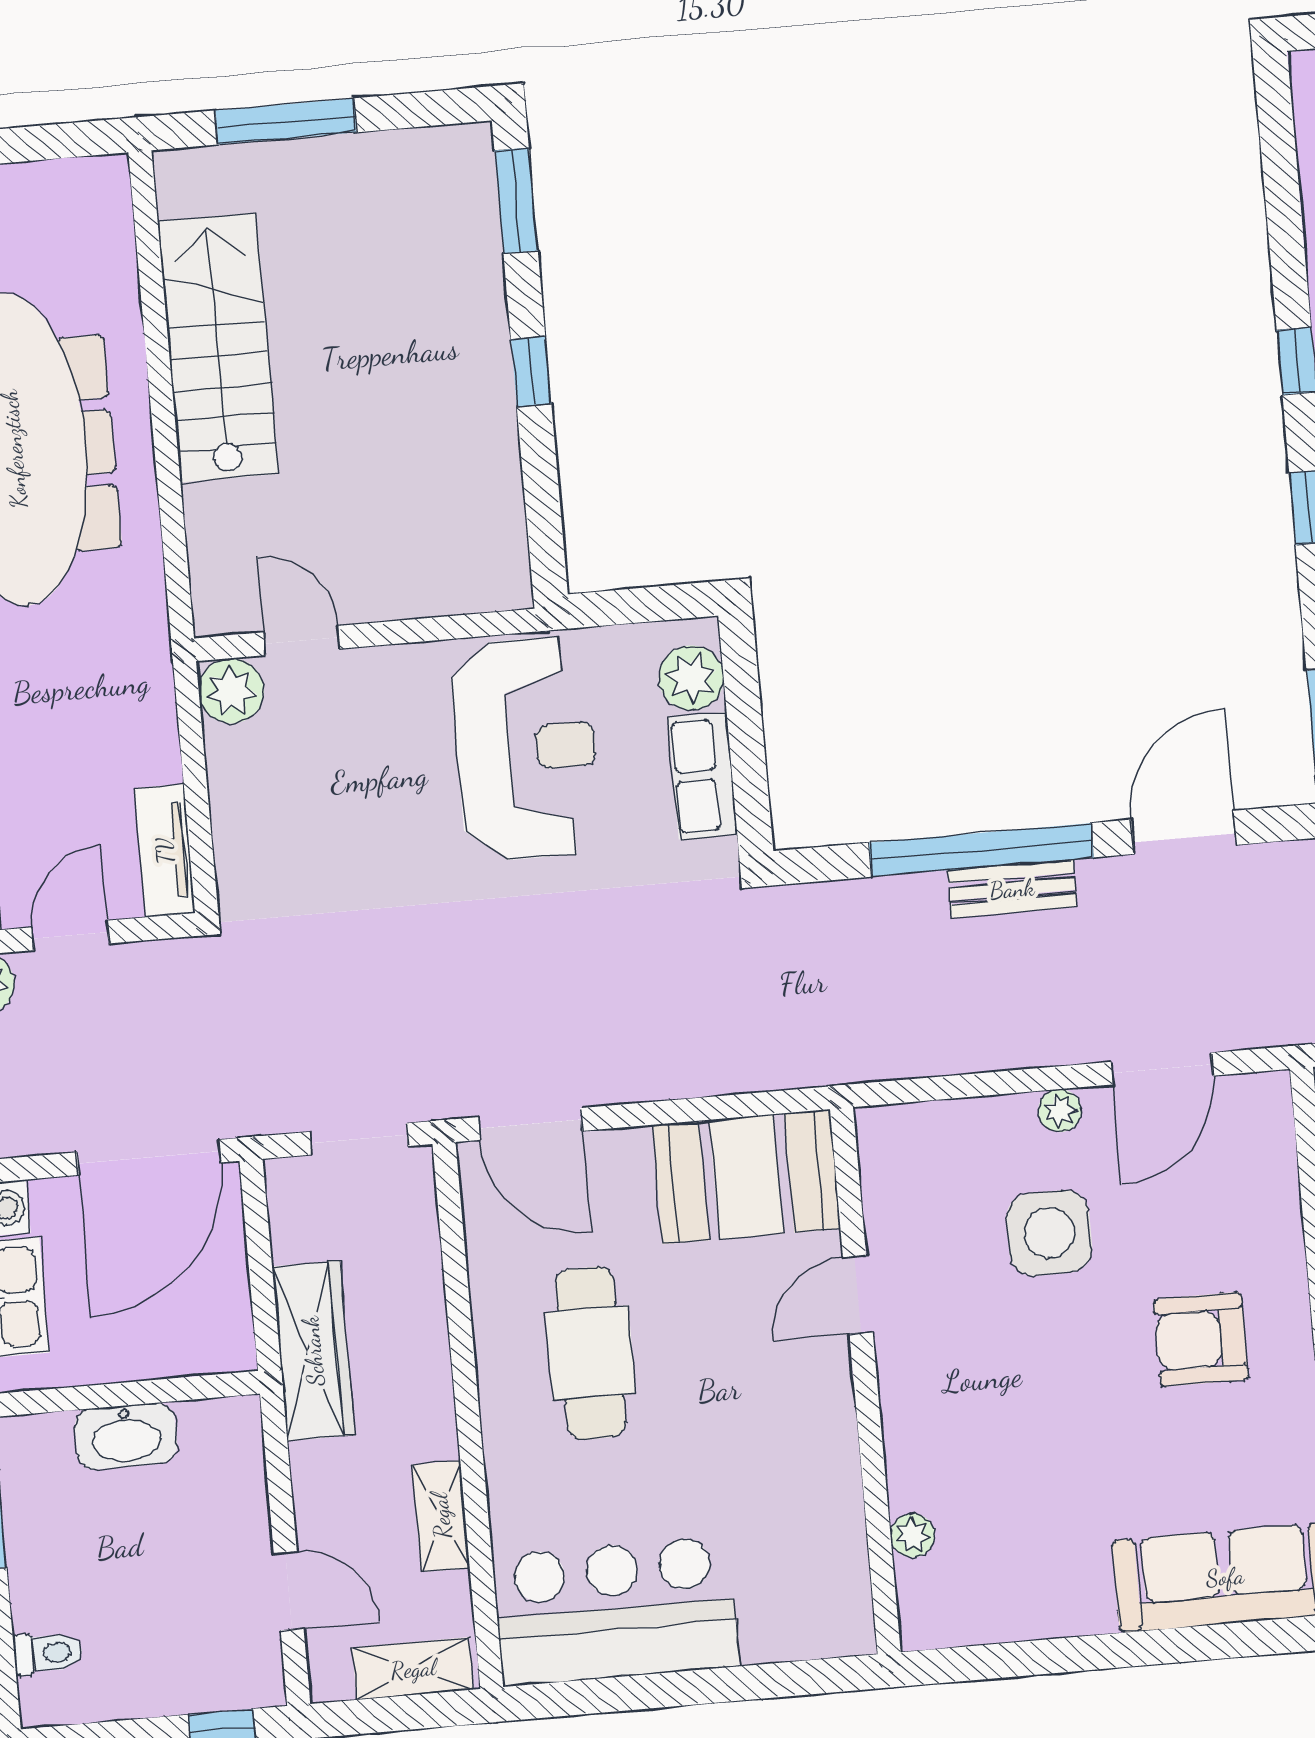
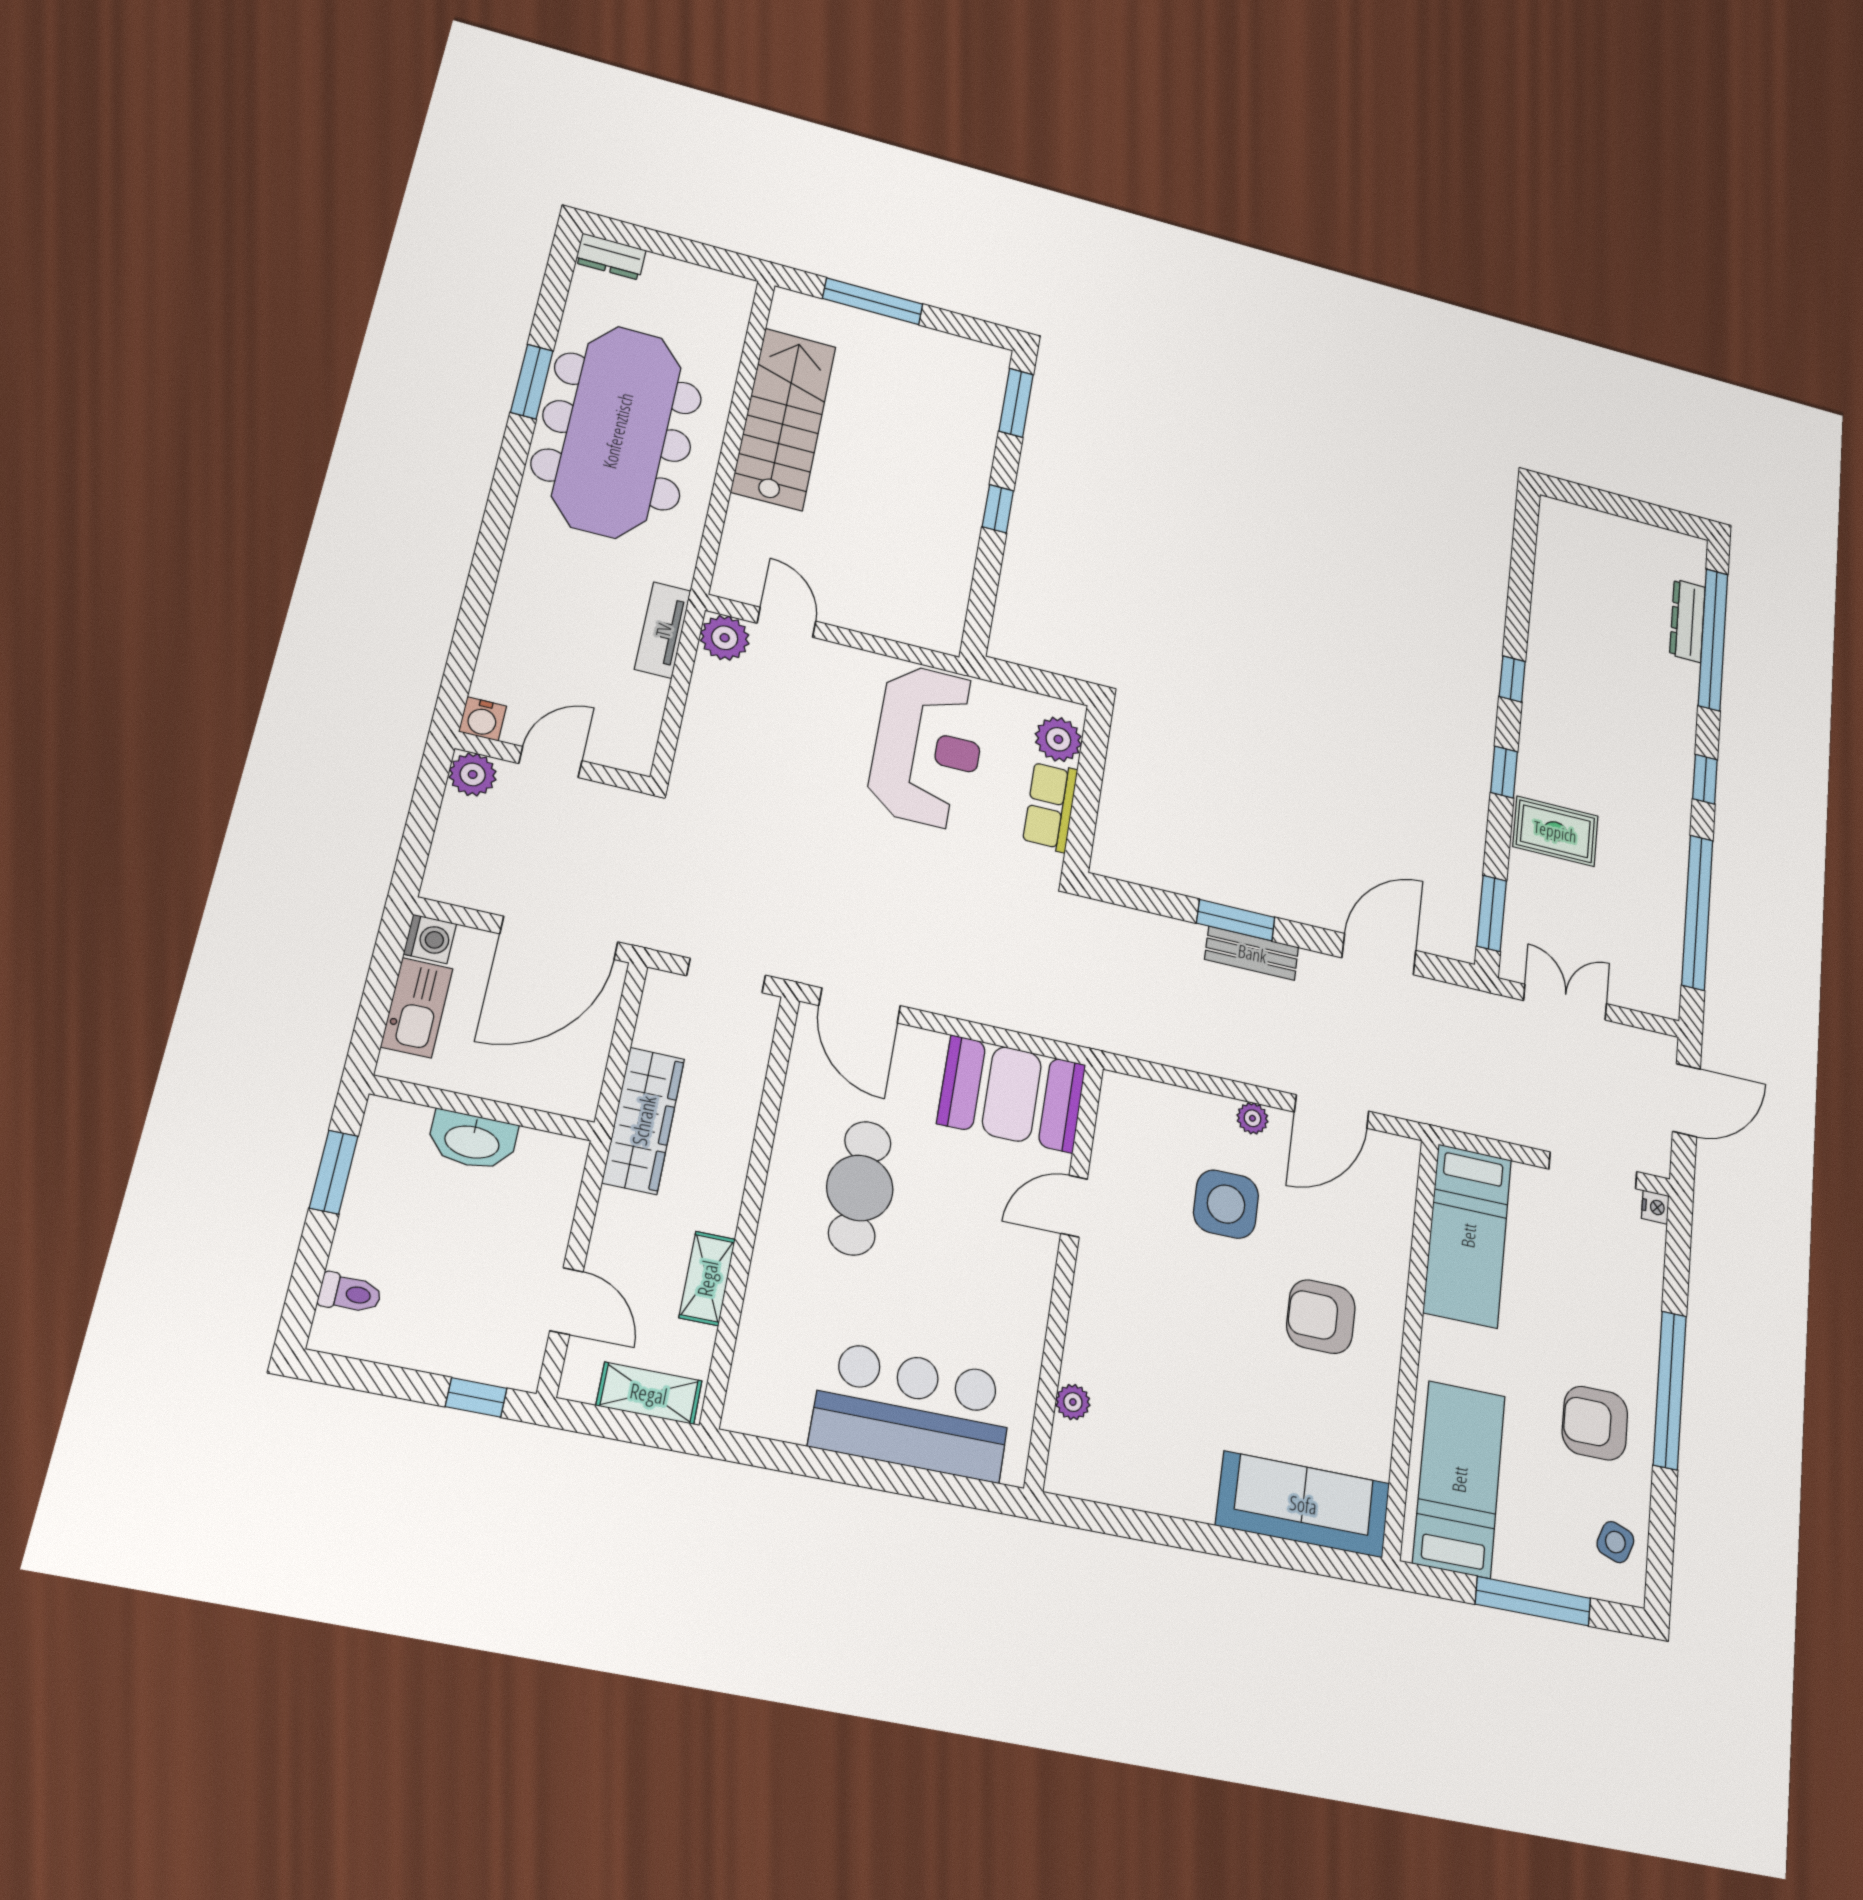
window: (981, 850) -> (1236, 920), width x0.47
tv unit: (165, 851) -> (663, 630), moved
bar counter: (616, 1611) -> (912, 1411), moved

